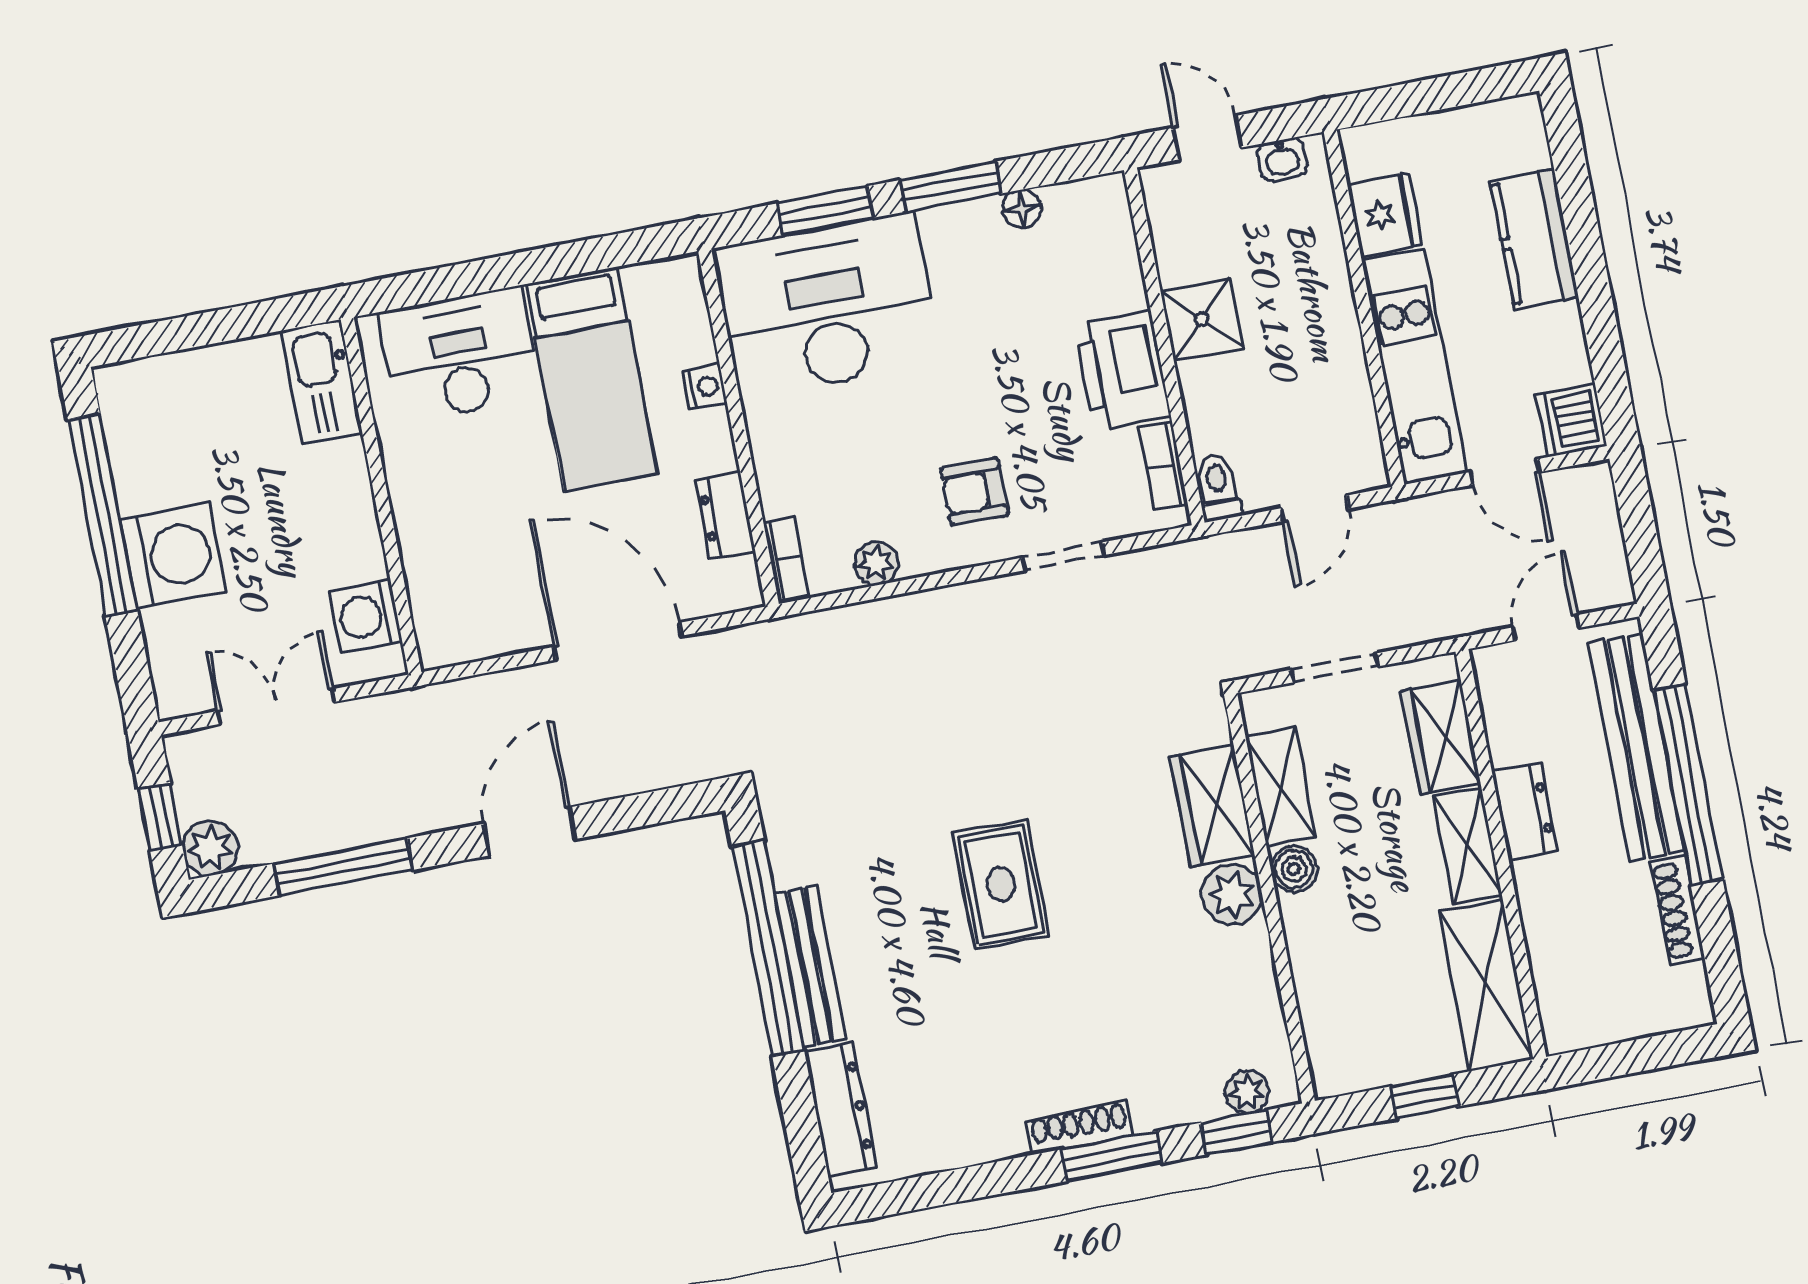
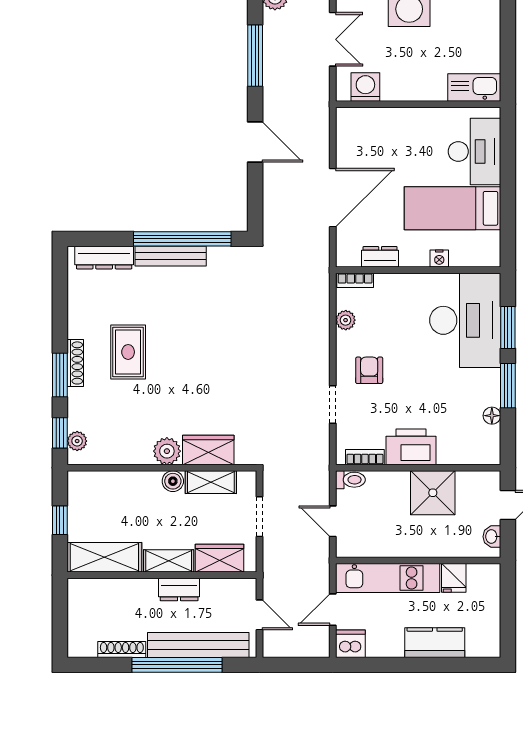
fridge: (1385, 214) -> (454, 578), width x0.72
shower: (1202, 320) -> (433, 493), width x1.36, depth x1.36
rug: (1001, 884) -> (128, 352), moved, turned 90

